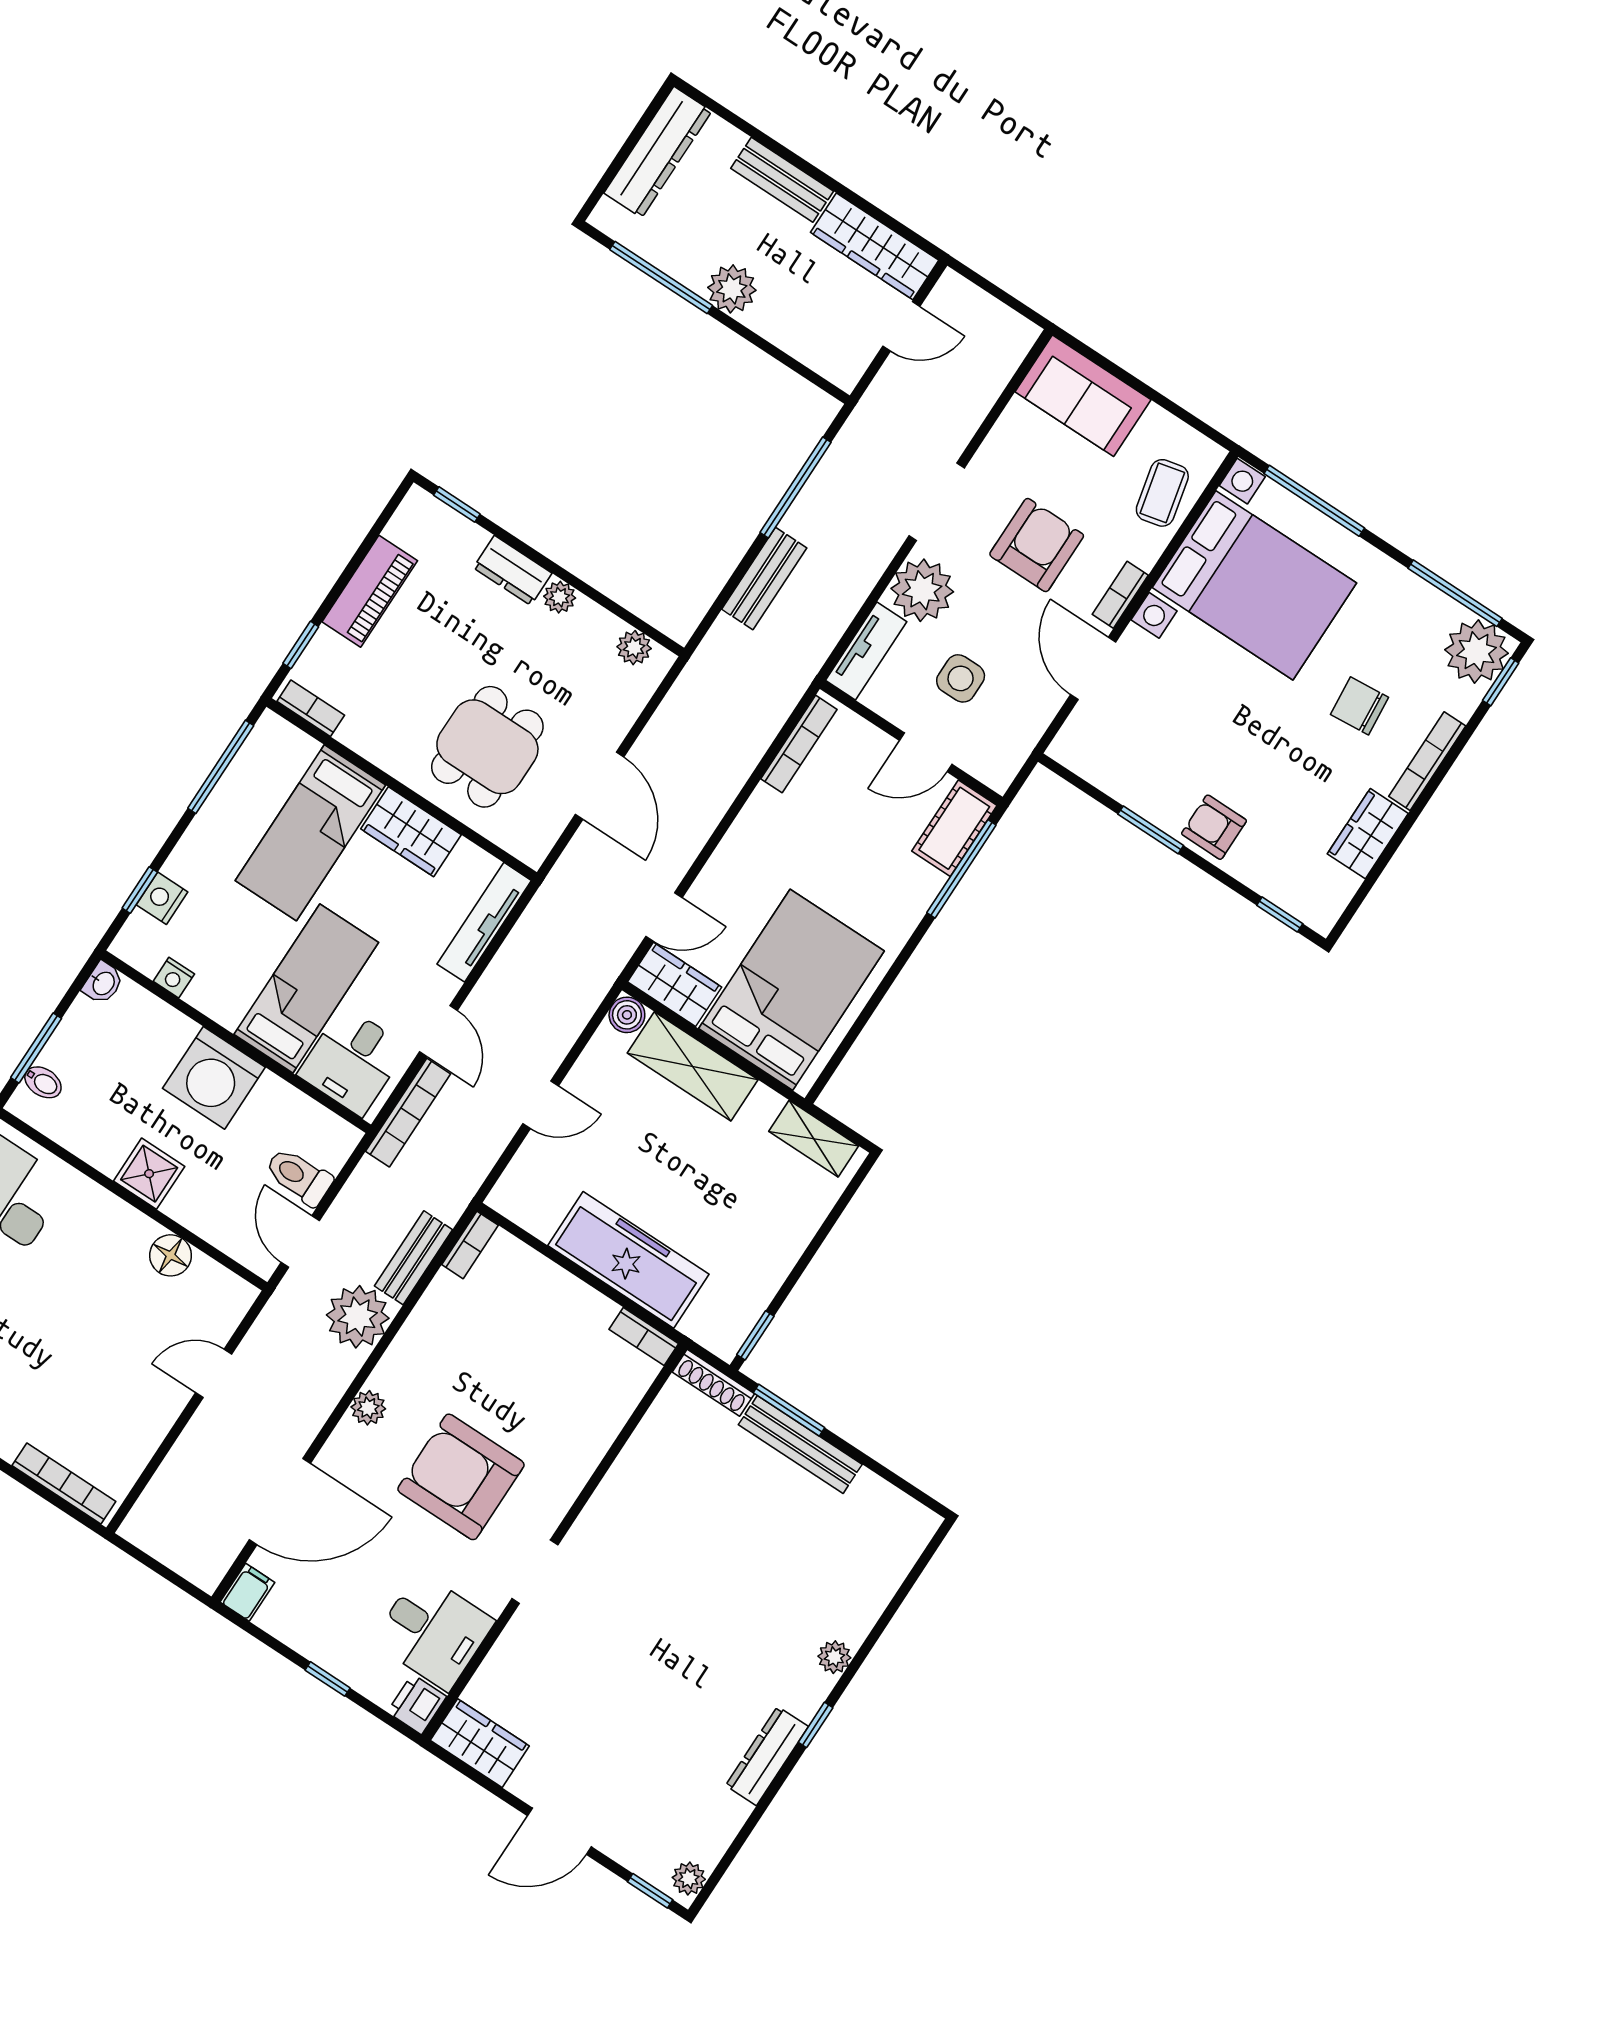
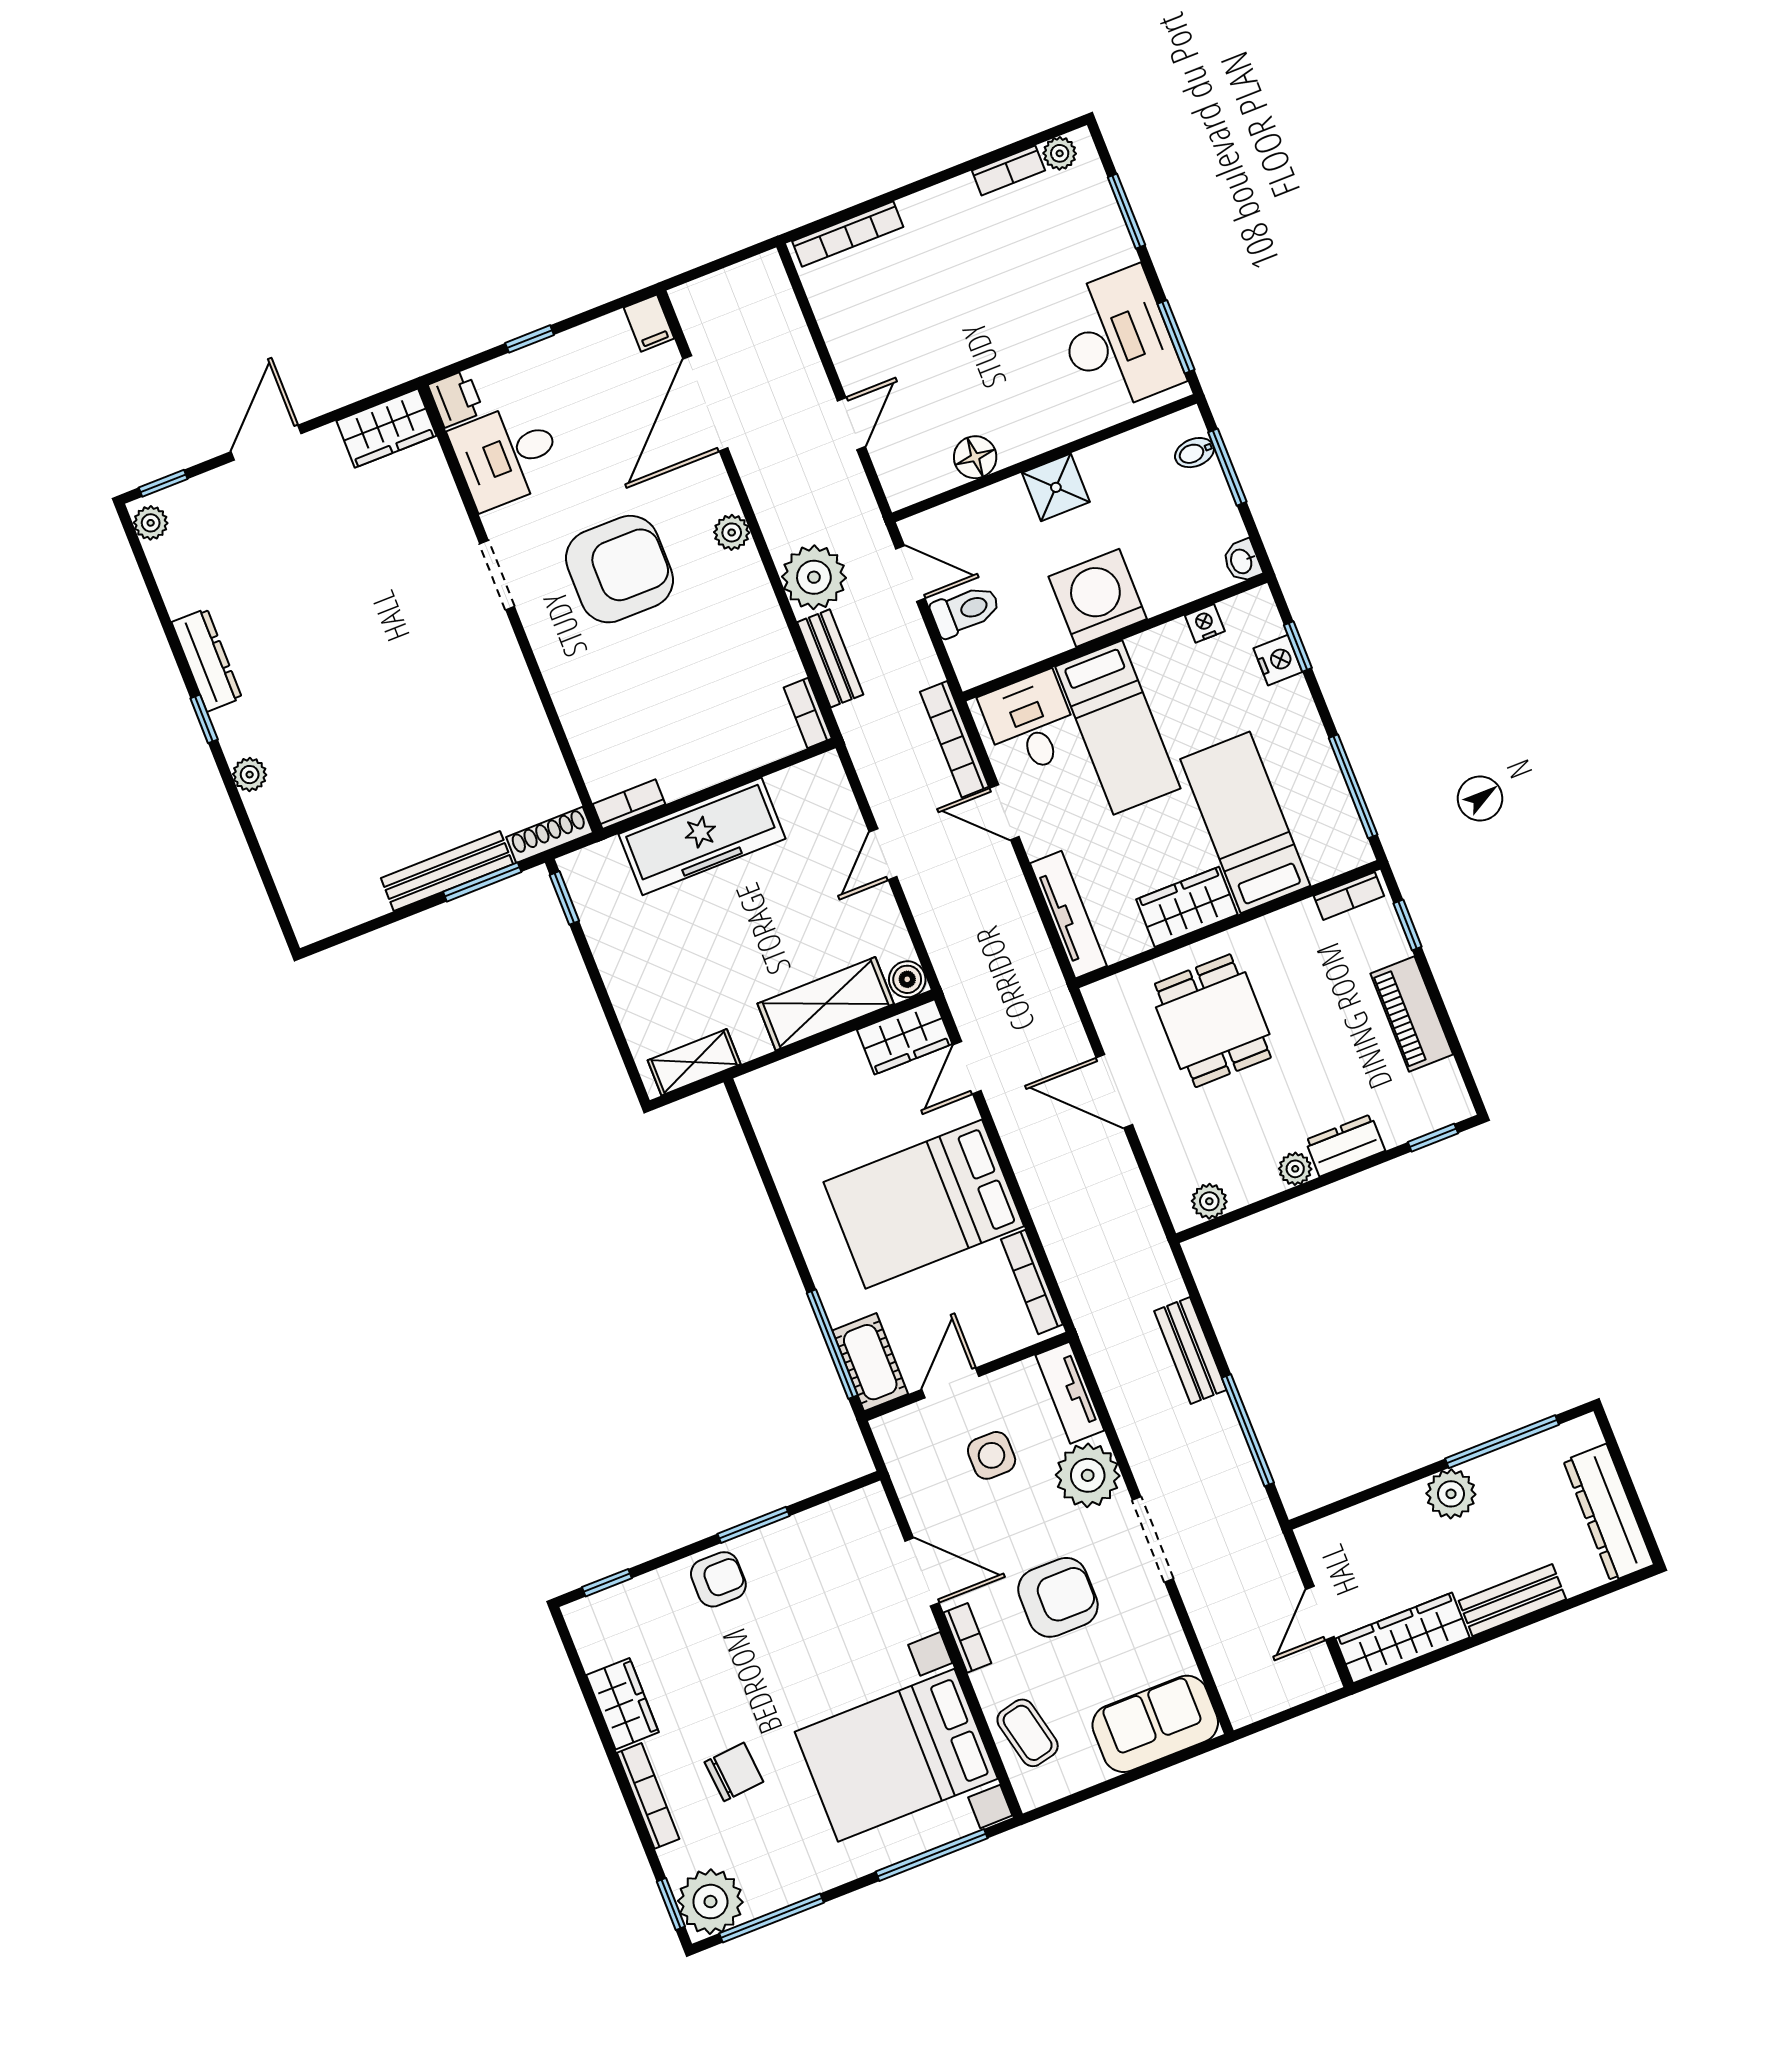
armchair: (1037, 545) -> (1058, 1597), turned -90
bed: (791, 990) -> (924, 1204), moved, turned 90

